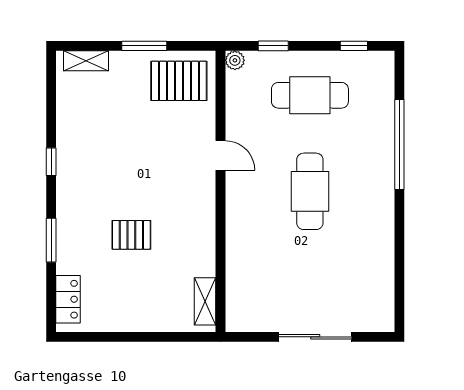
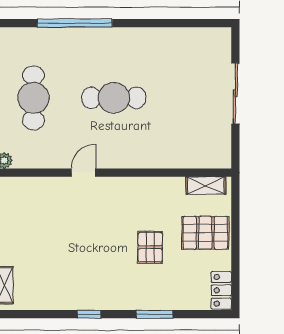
pallet: (179, 81) -> (205, 233), moved, turned 90
locker: (68, 299) -> (221, 290), moved, turned -90

